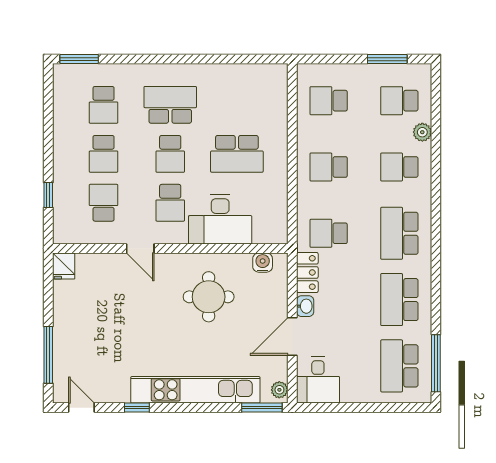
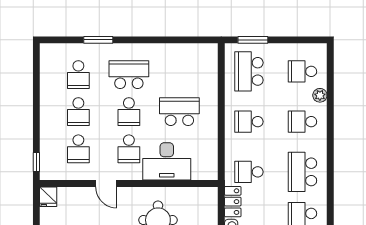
window: (79, 59) -> (98, 40), moved
window: (387, 59) -> (253, 40), moved
school desk: (329, 101) -> (249, 71), width x1.85
school desk: (237, 154) -> (179, 112), turned 180
window: (48, 195) -> (36, 162), moved
school desk: (104, 203) -> (78, 149), turned 180
water cooler: (263, 263) -> (199, 194), removed

